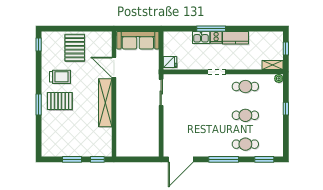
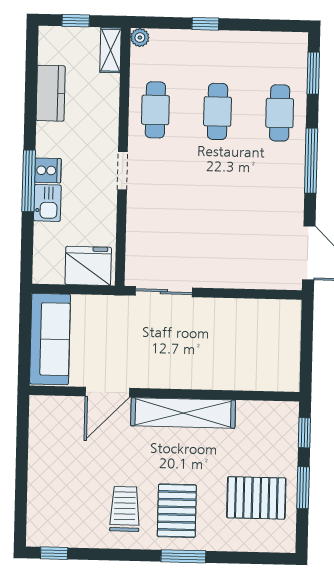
kitchen counter: (236, 38) -> (51, 93), moved
pallet: (75, 48) -> (256, 498), moved
fridge: (170, 62) -> (88, 266), width x1.88, depth x1.34

